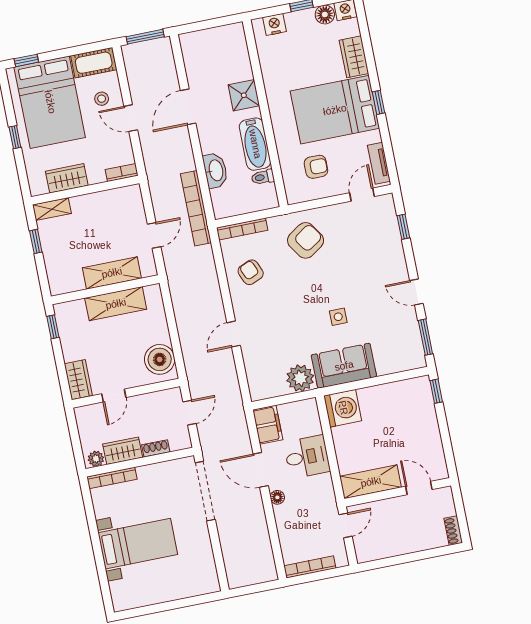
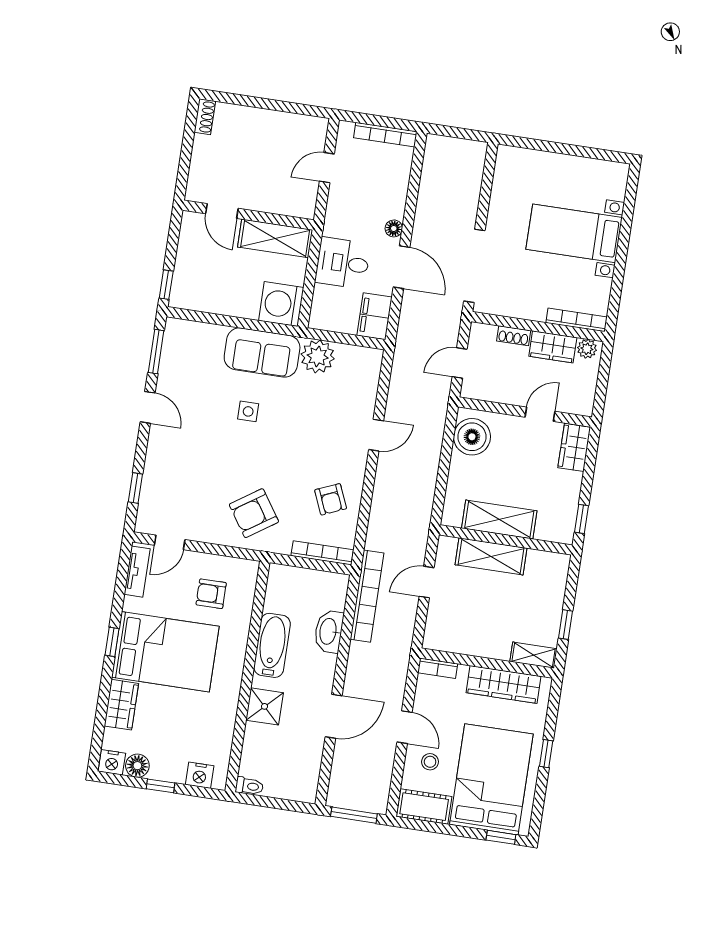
toilet: (263, 177) -> (249, 786), moved
wardrobe: (67, 178) -> (503, 684), width x1.50
shelving: (371, 482) -> (275, 238), moved
door: (419, 488) -> (222, 211), moved
wall: (398, 492) -> (248, 215), moved

